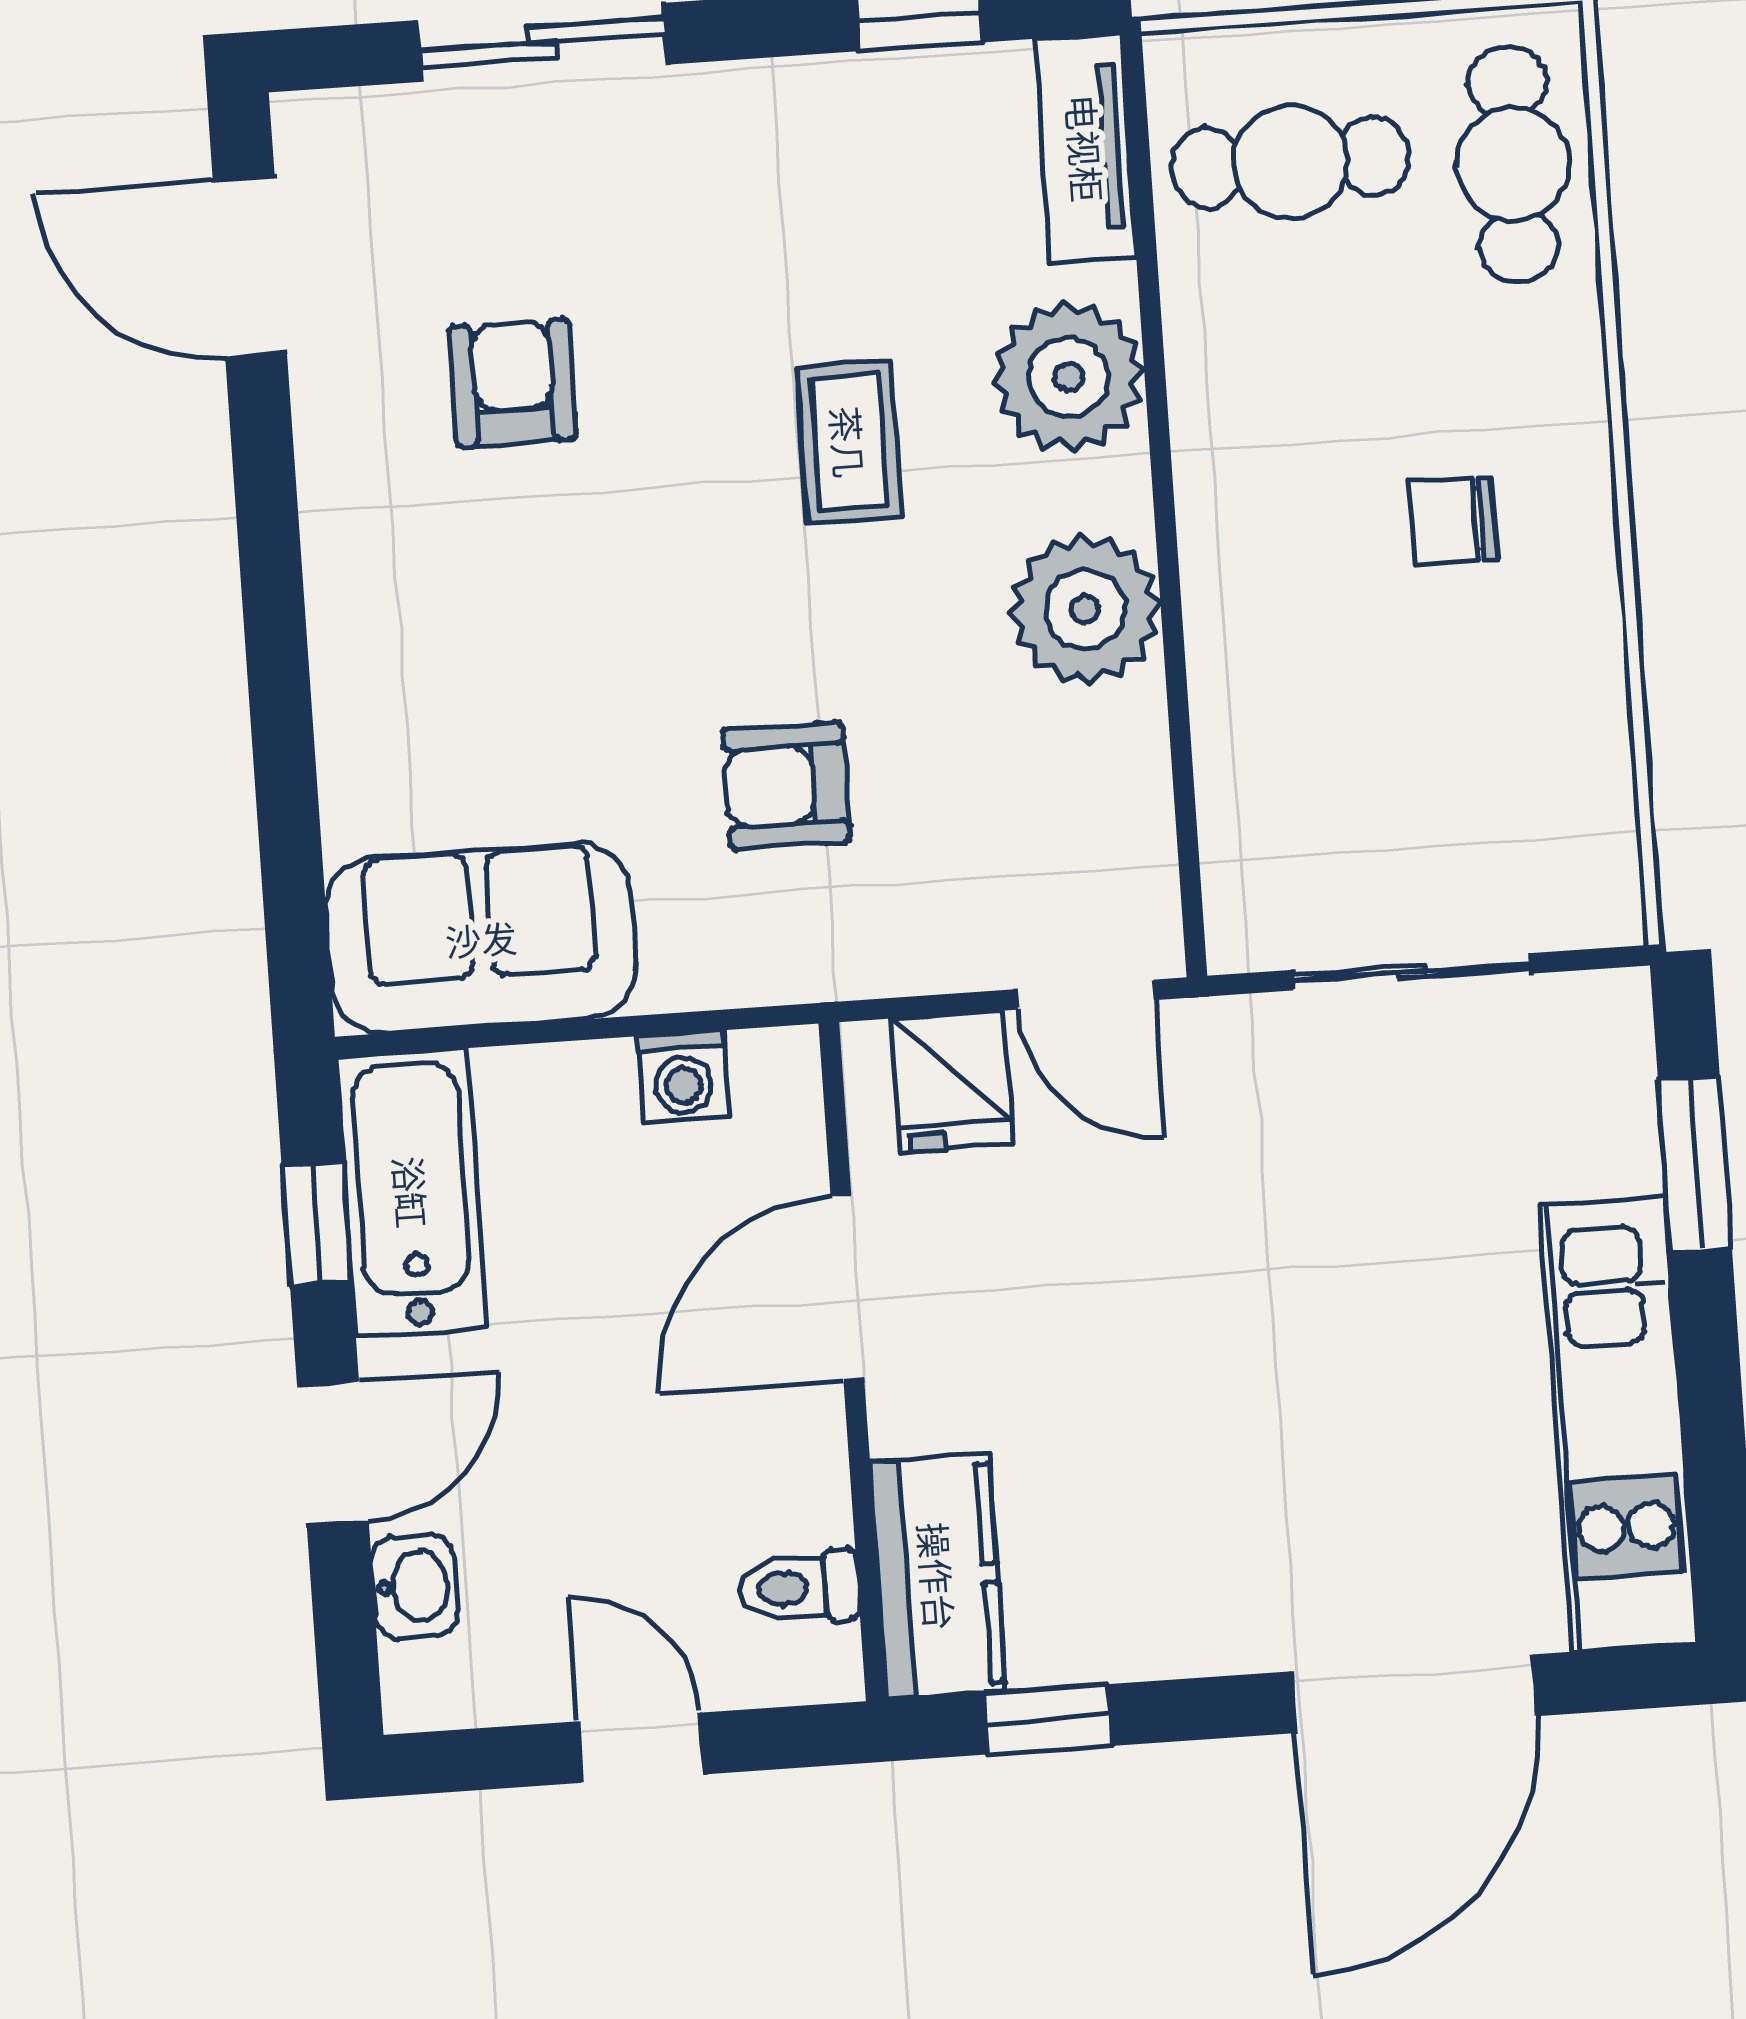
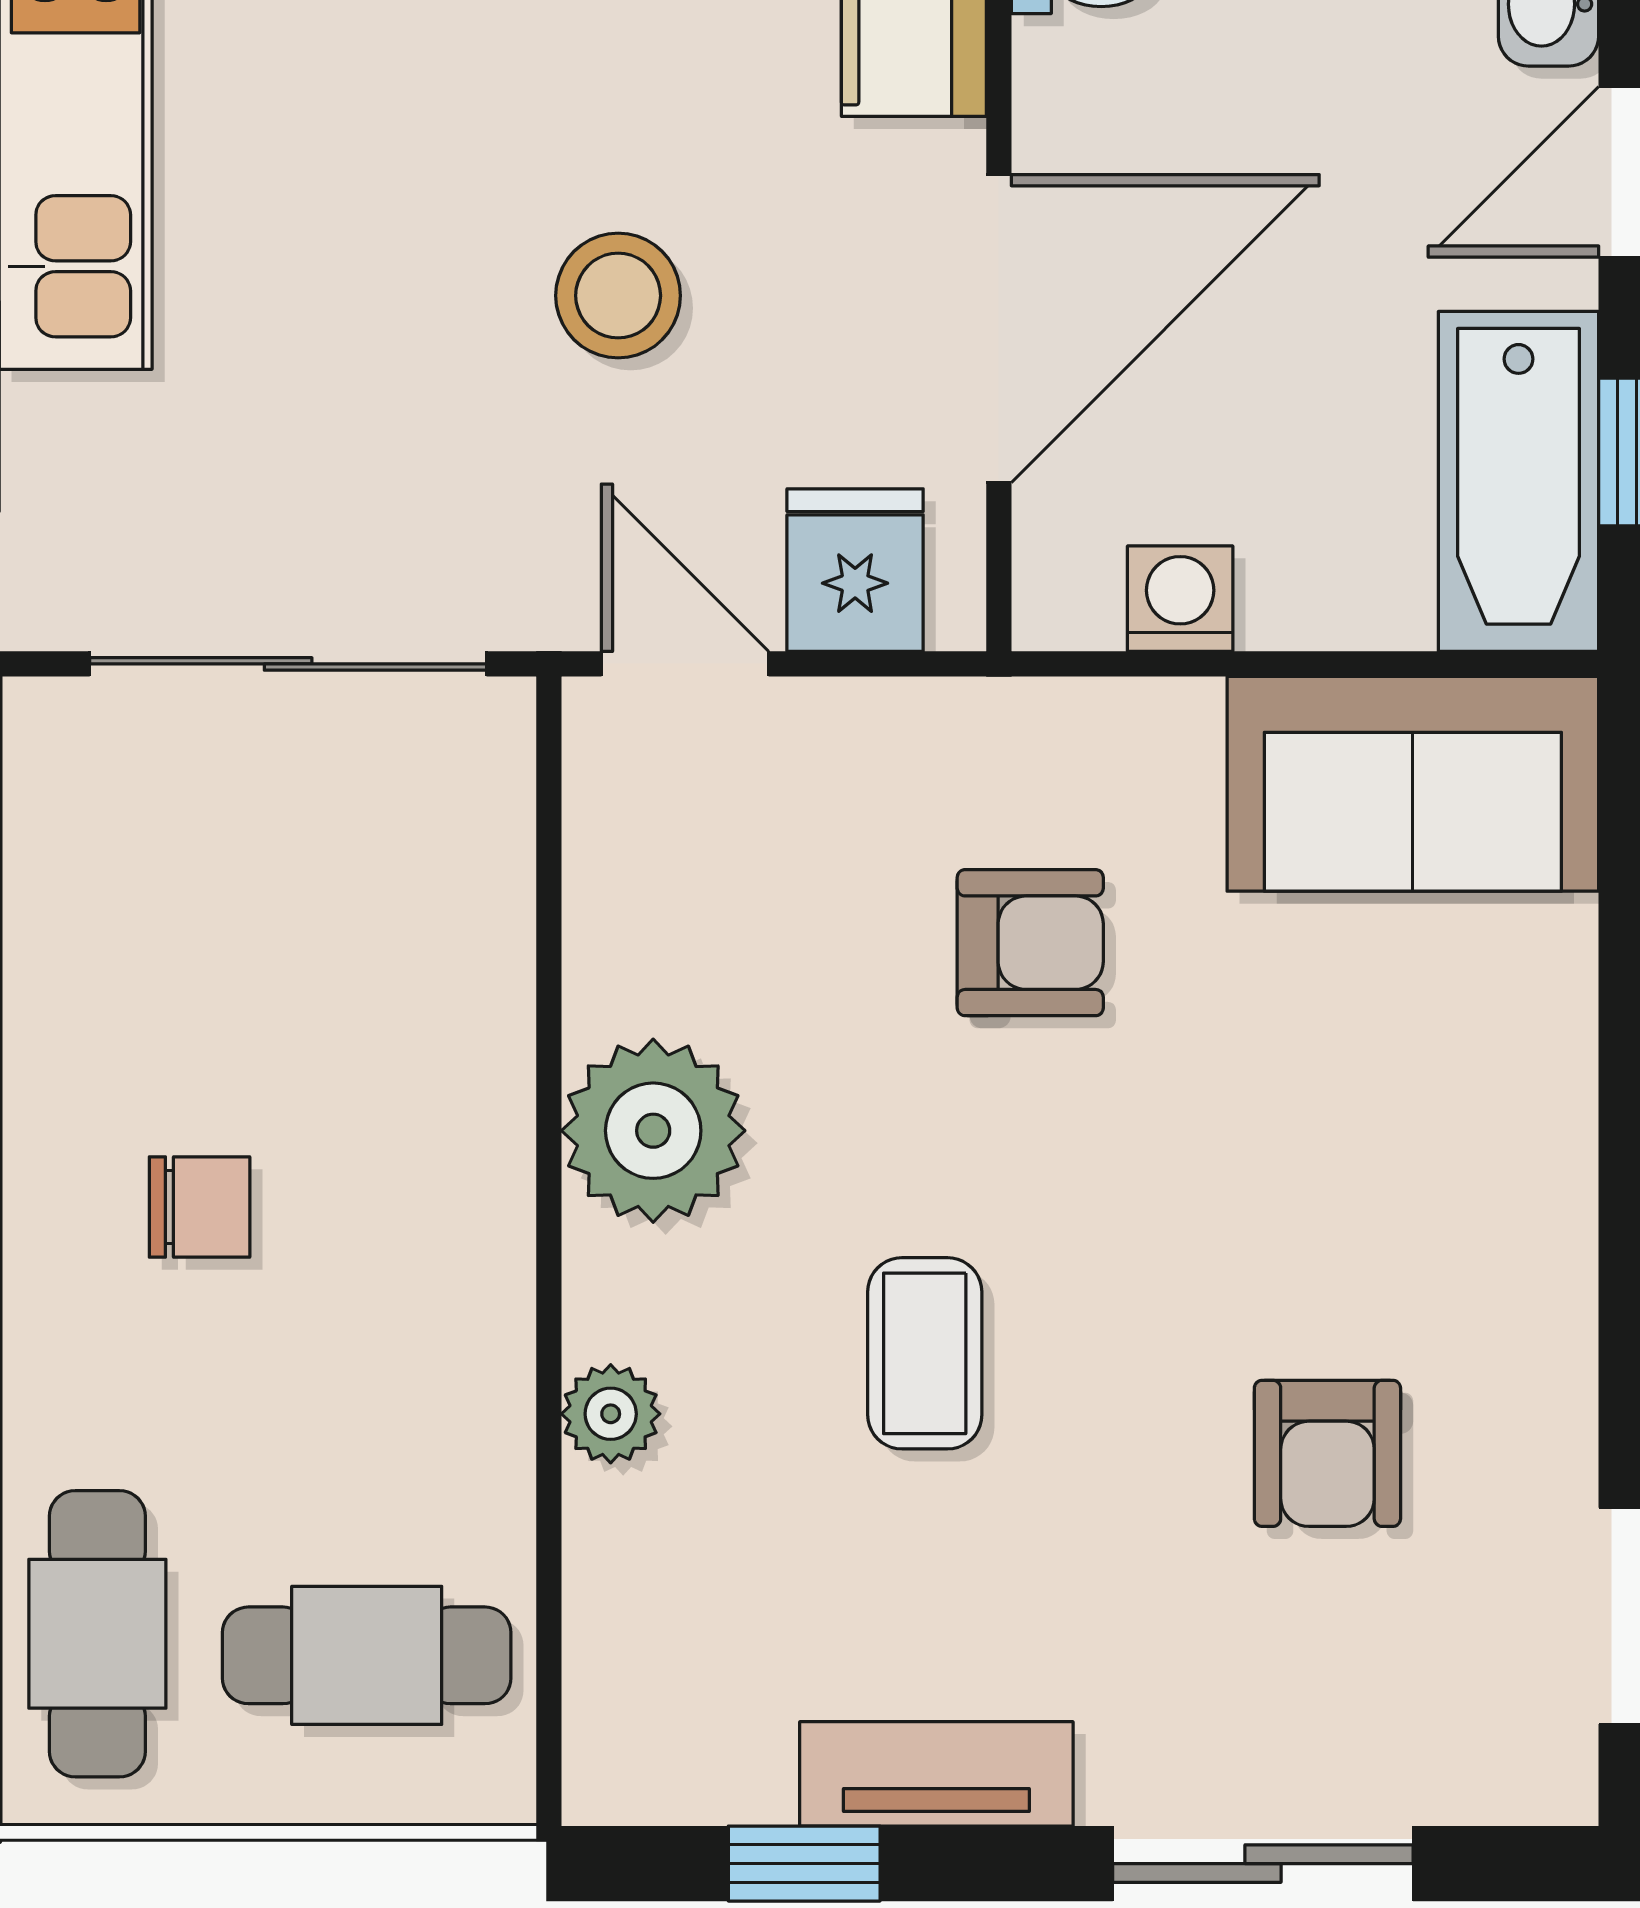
tv unit: (1086, 148) -> (936, 1774), moved, turned -90
plant: (1069, 377) -> (611, 1414), width x0.53, depth x0.53
sliding door: (1412, 972) -> (288, 664), width x1.37
door: (847, 1288) -> (999, 329), width x1.36
stool: (1162, 1293) -> (618, 296), added

